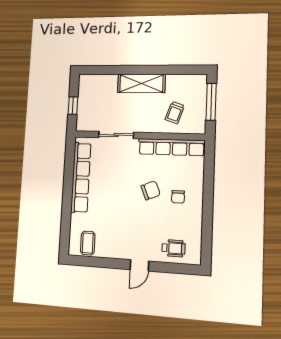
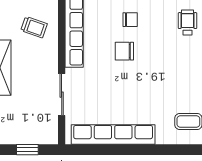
chair: (151, 190) -> (124, 51), turned -68

